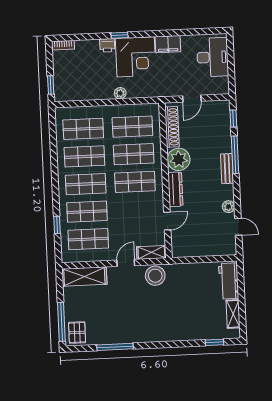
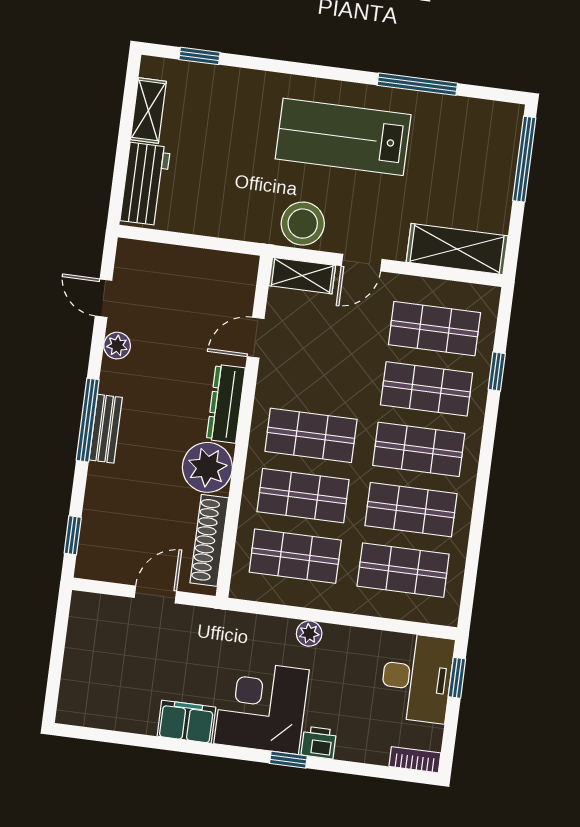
desk: (213, 57) -> (417, 678), moved, turned 180
window: (235, 155) -> (88, 420), moved
lab bench: (144, 318) -> (343, 137), added
pallet: (77, 333) -> (494, 130), removed

